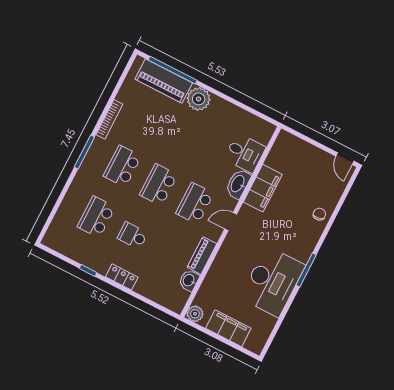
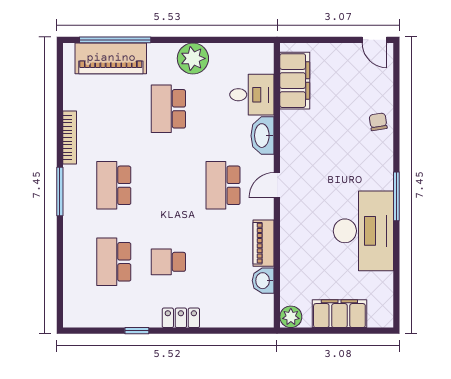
plant: (199, 99) -> (193, 58), moved
school desk: (159, 185) -> (168, 109), moved
filing cabinet: (263, 188) -> (295, 81), moved

